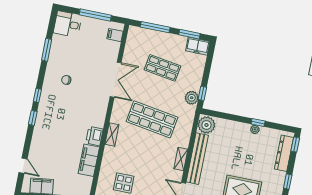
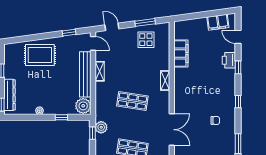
double door: (116, 80) -> (172, 130), swing flipped
window: (33, 118) -> (238, 67), moved
shop shelf: (152, 119) -> (132, 101), width x0.70, depth x0.74
window: (258, 123) -> (61, 117), moved
printer: (94, 136) -> (229, 60), moved, turned 180

